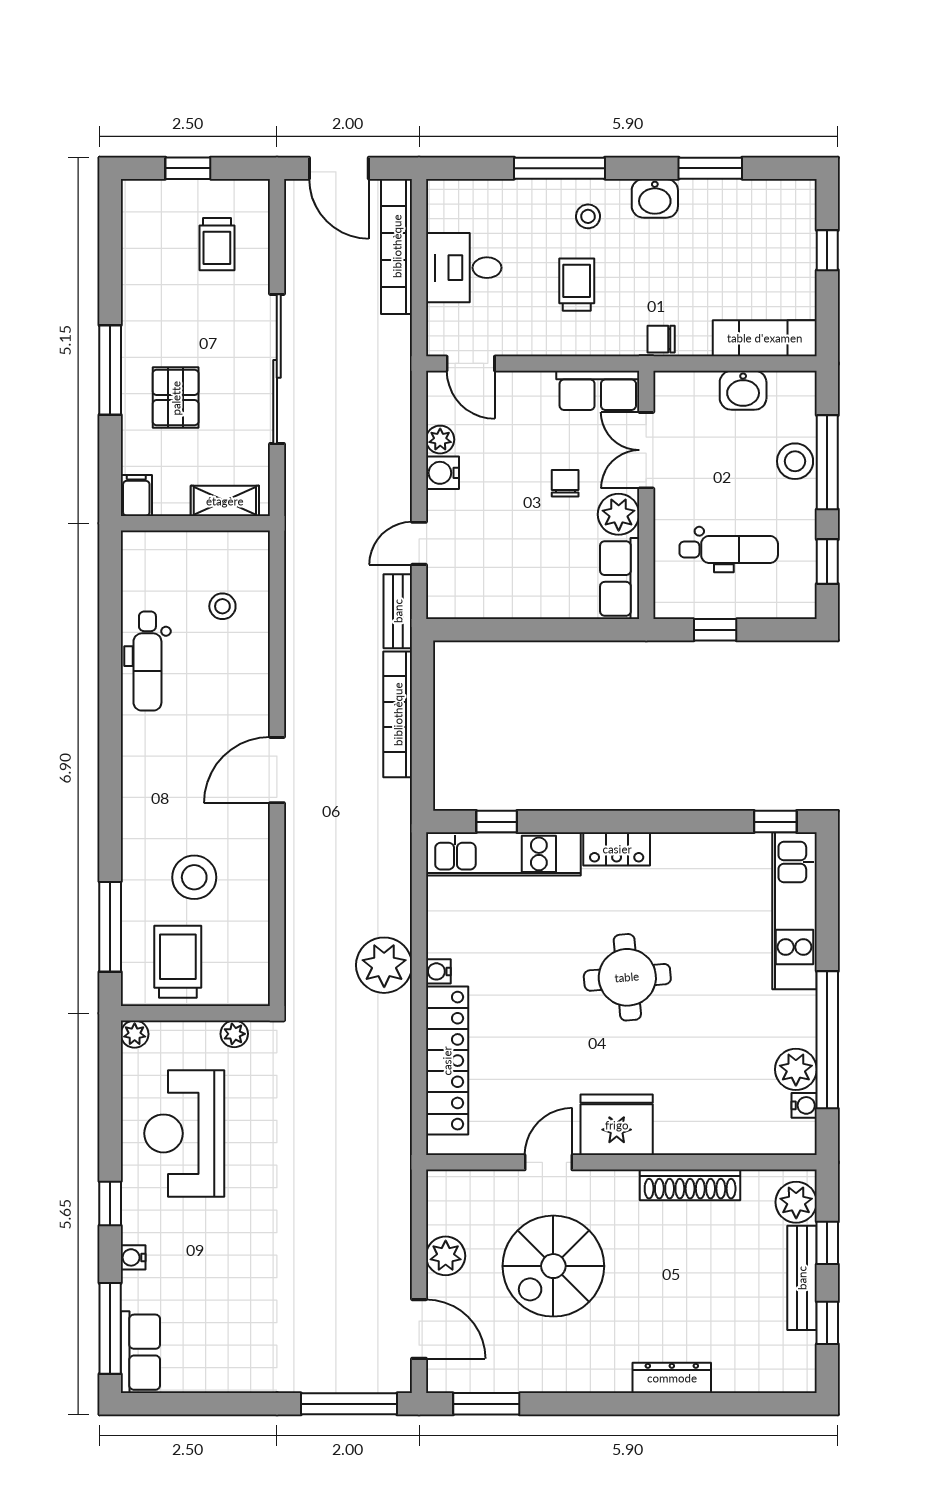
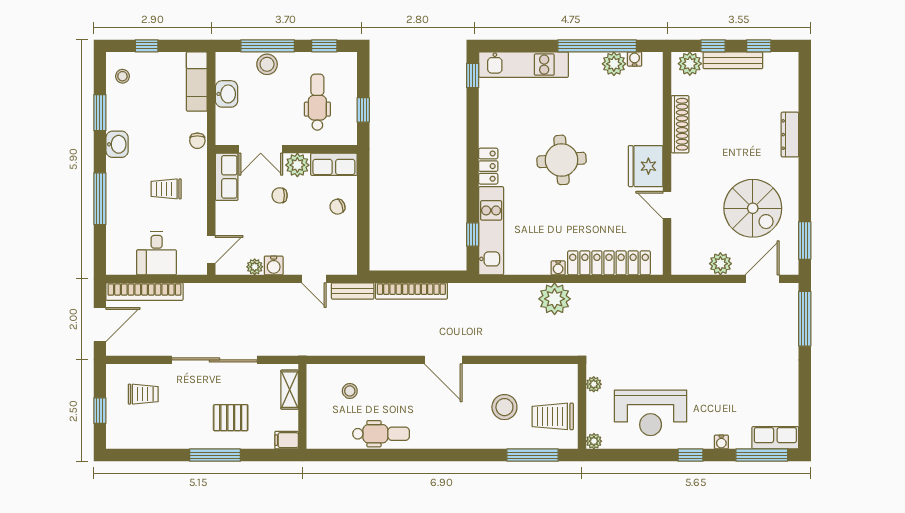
stool: (588, 216) -> (122, 76), moved
chair: (546, 585) -> (337, 207), added
spiral stairs: (553, 1266) -> (753, 208), moved

